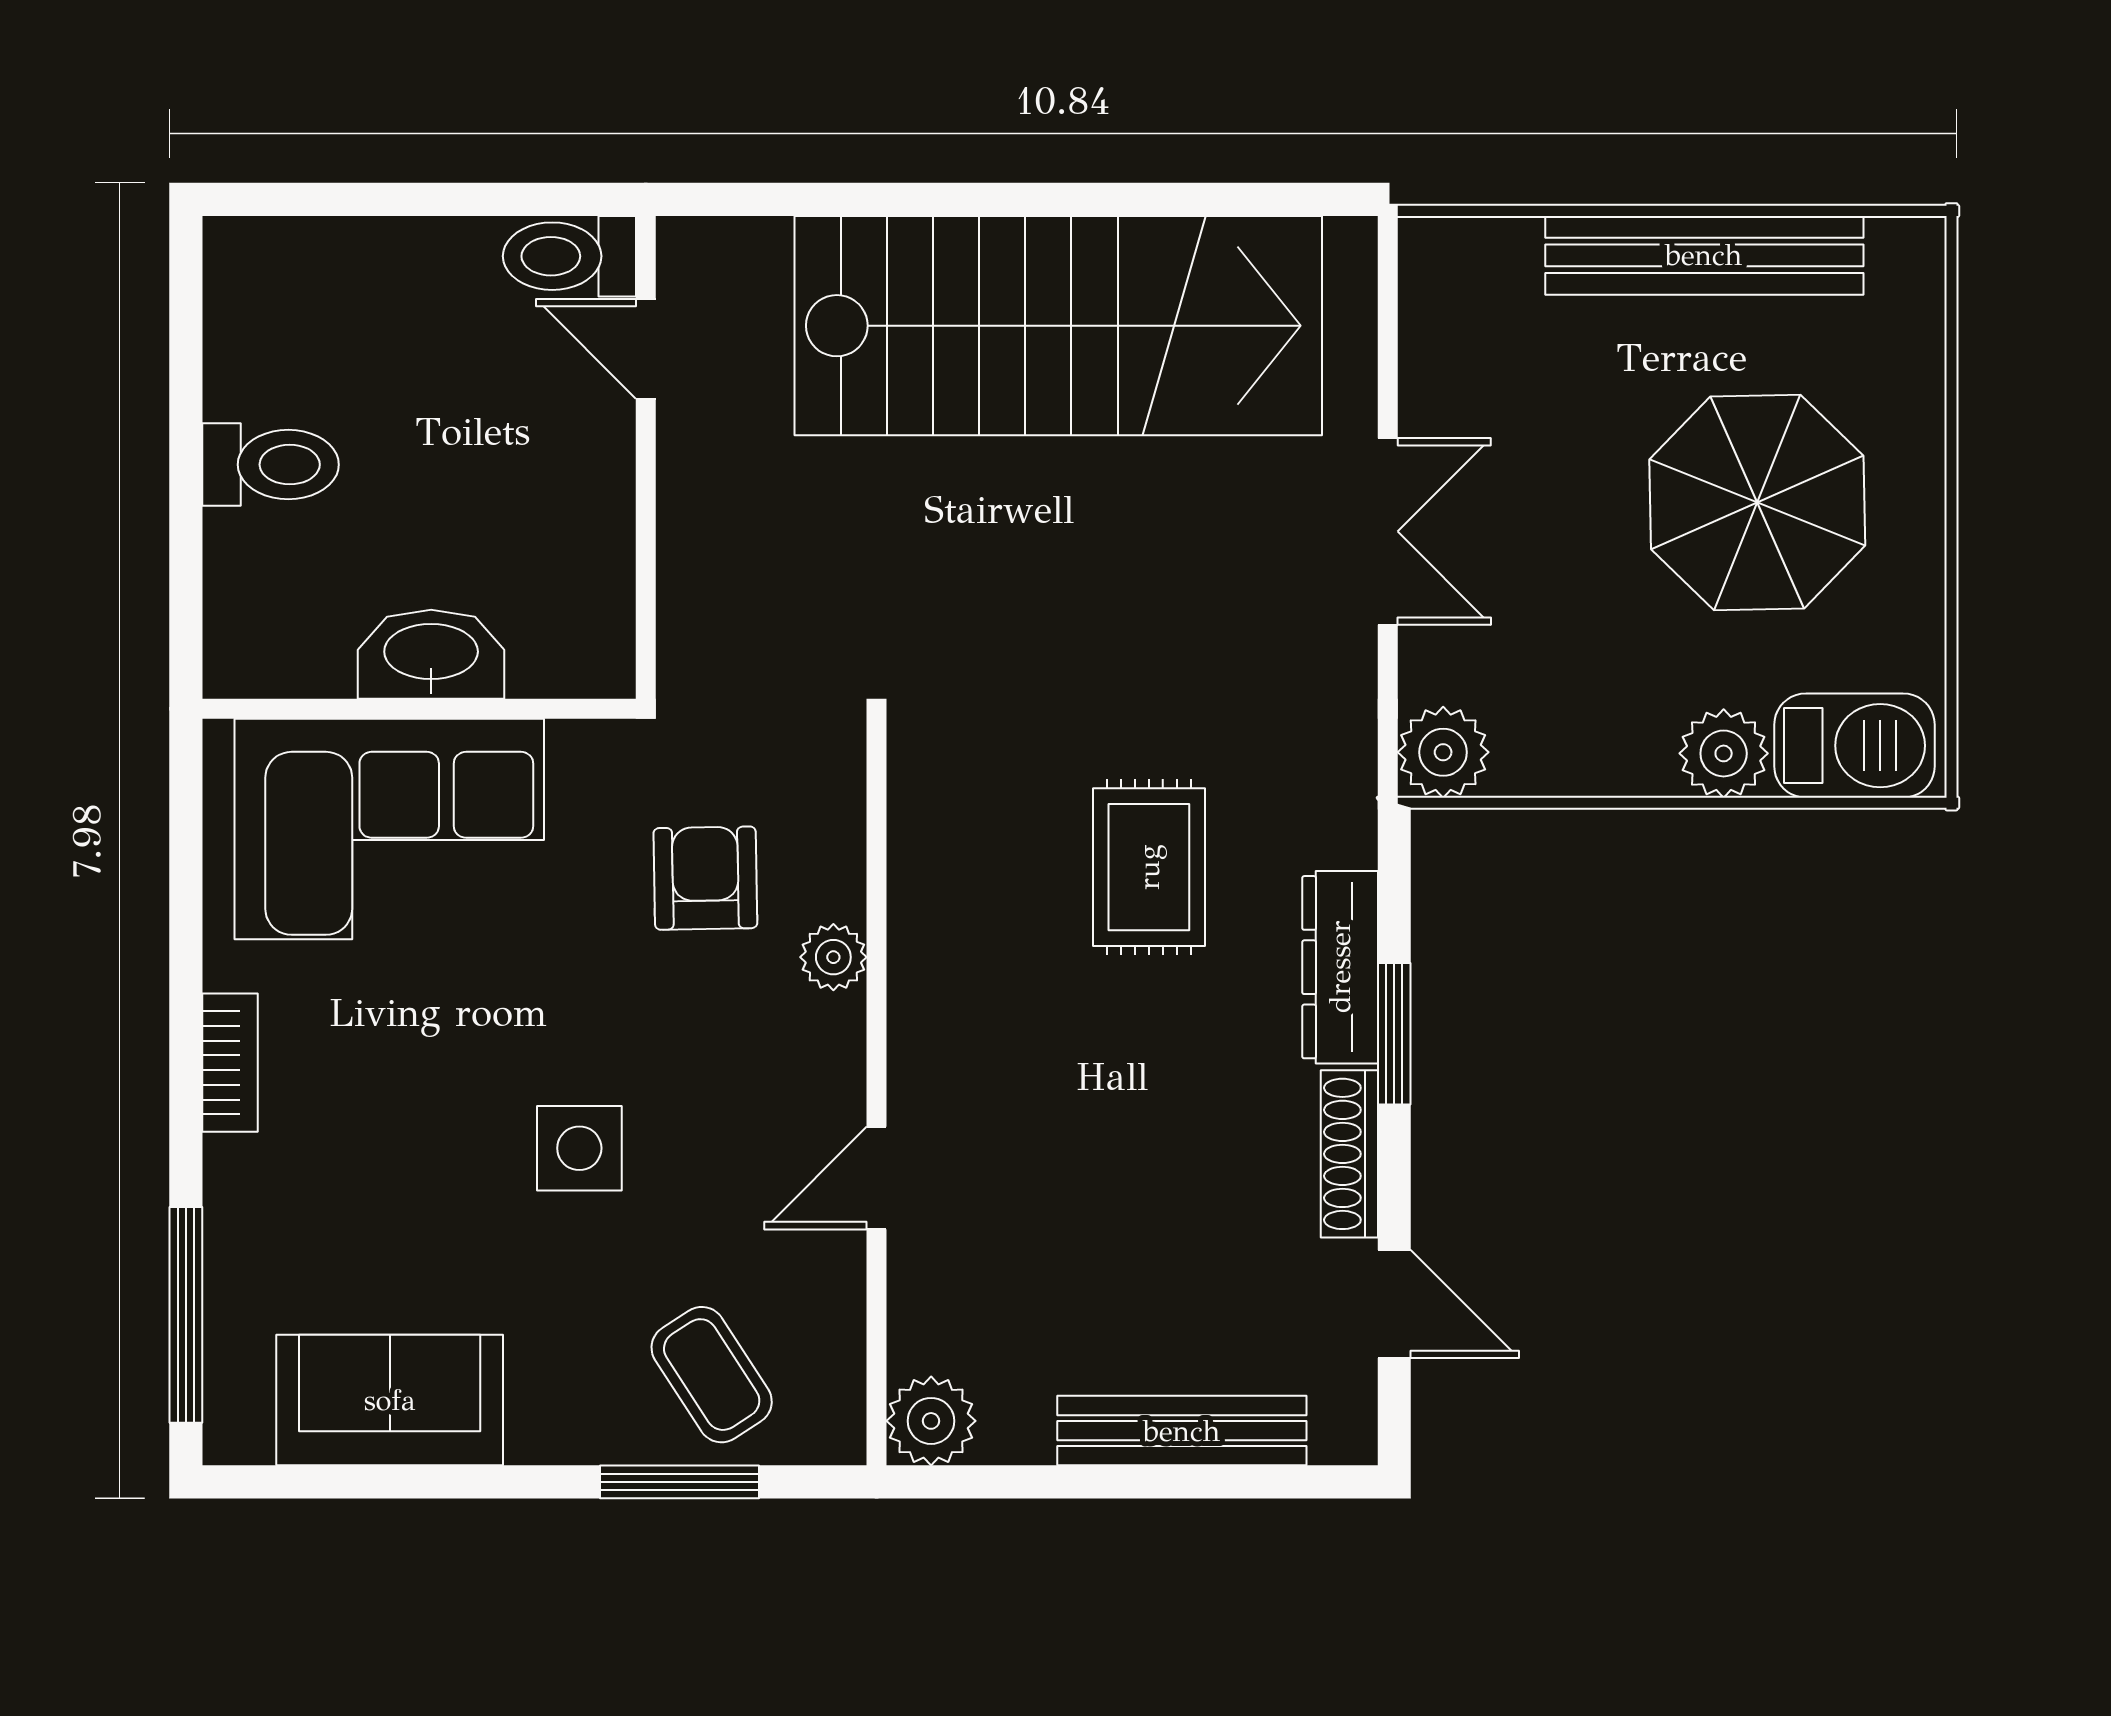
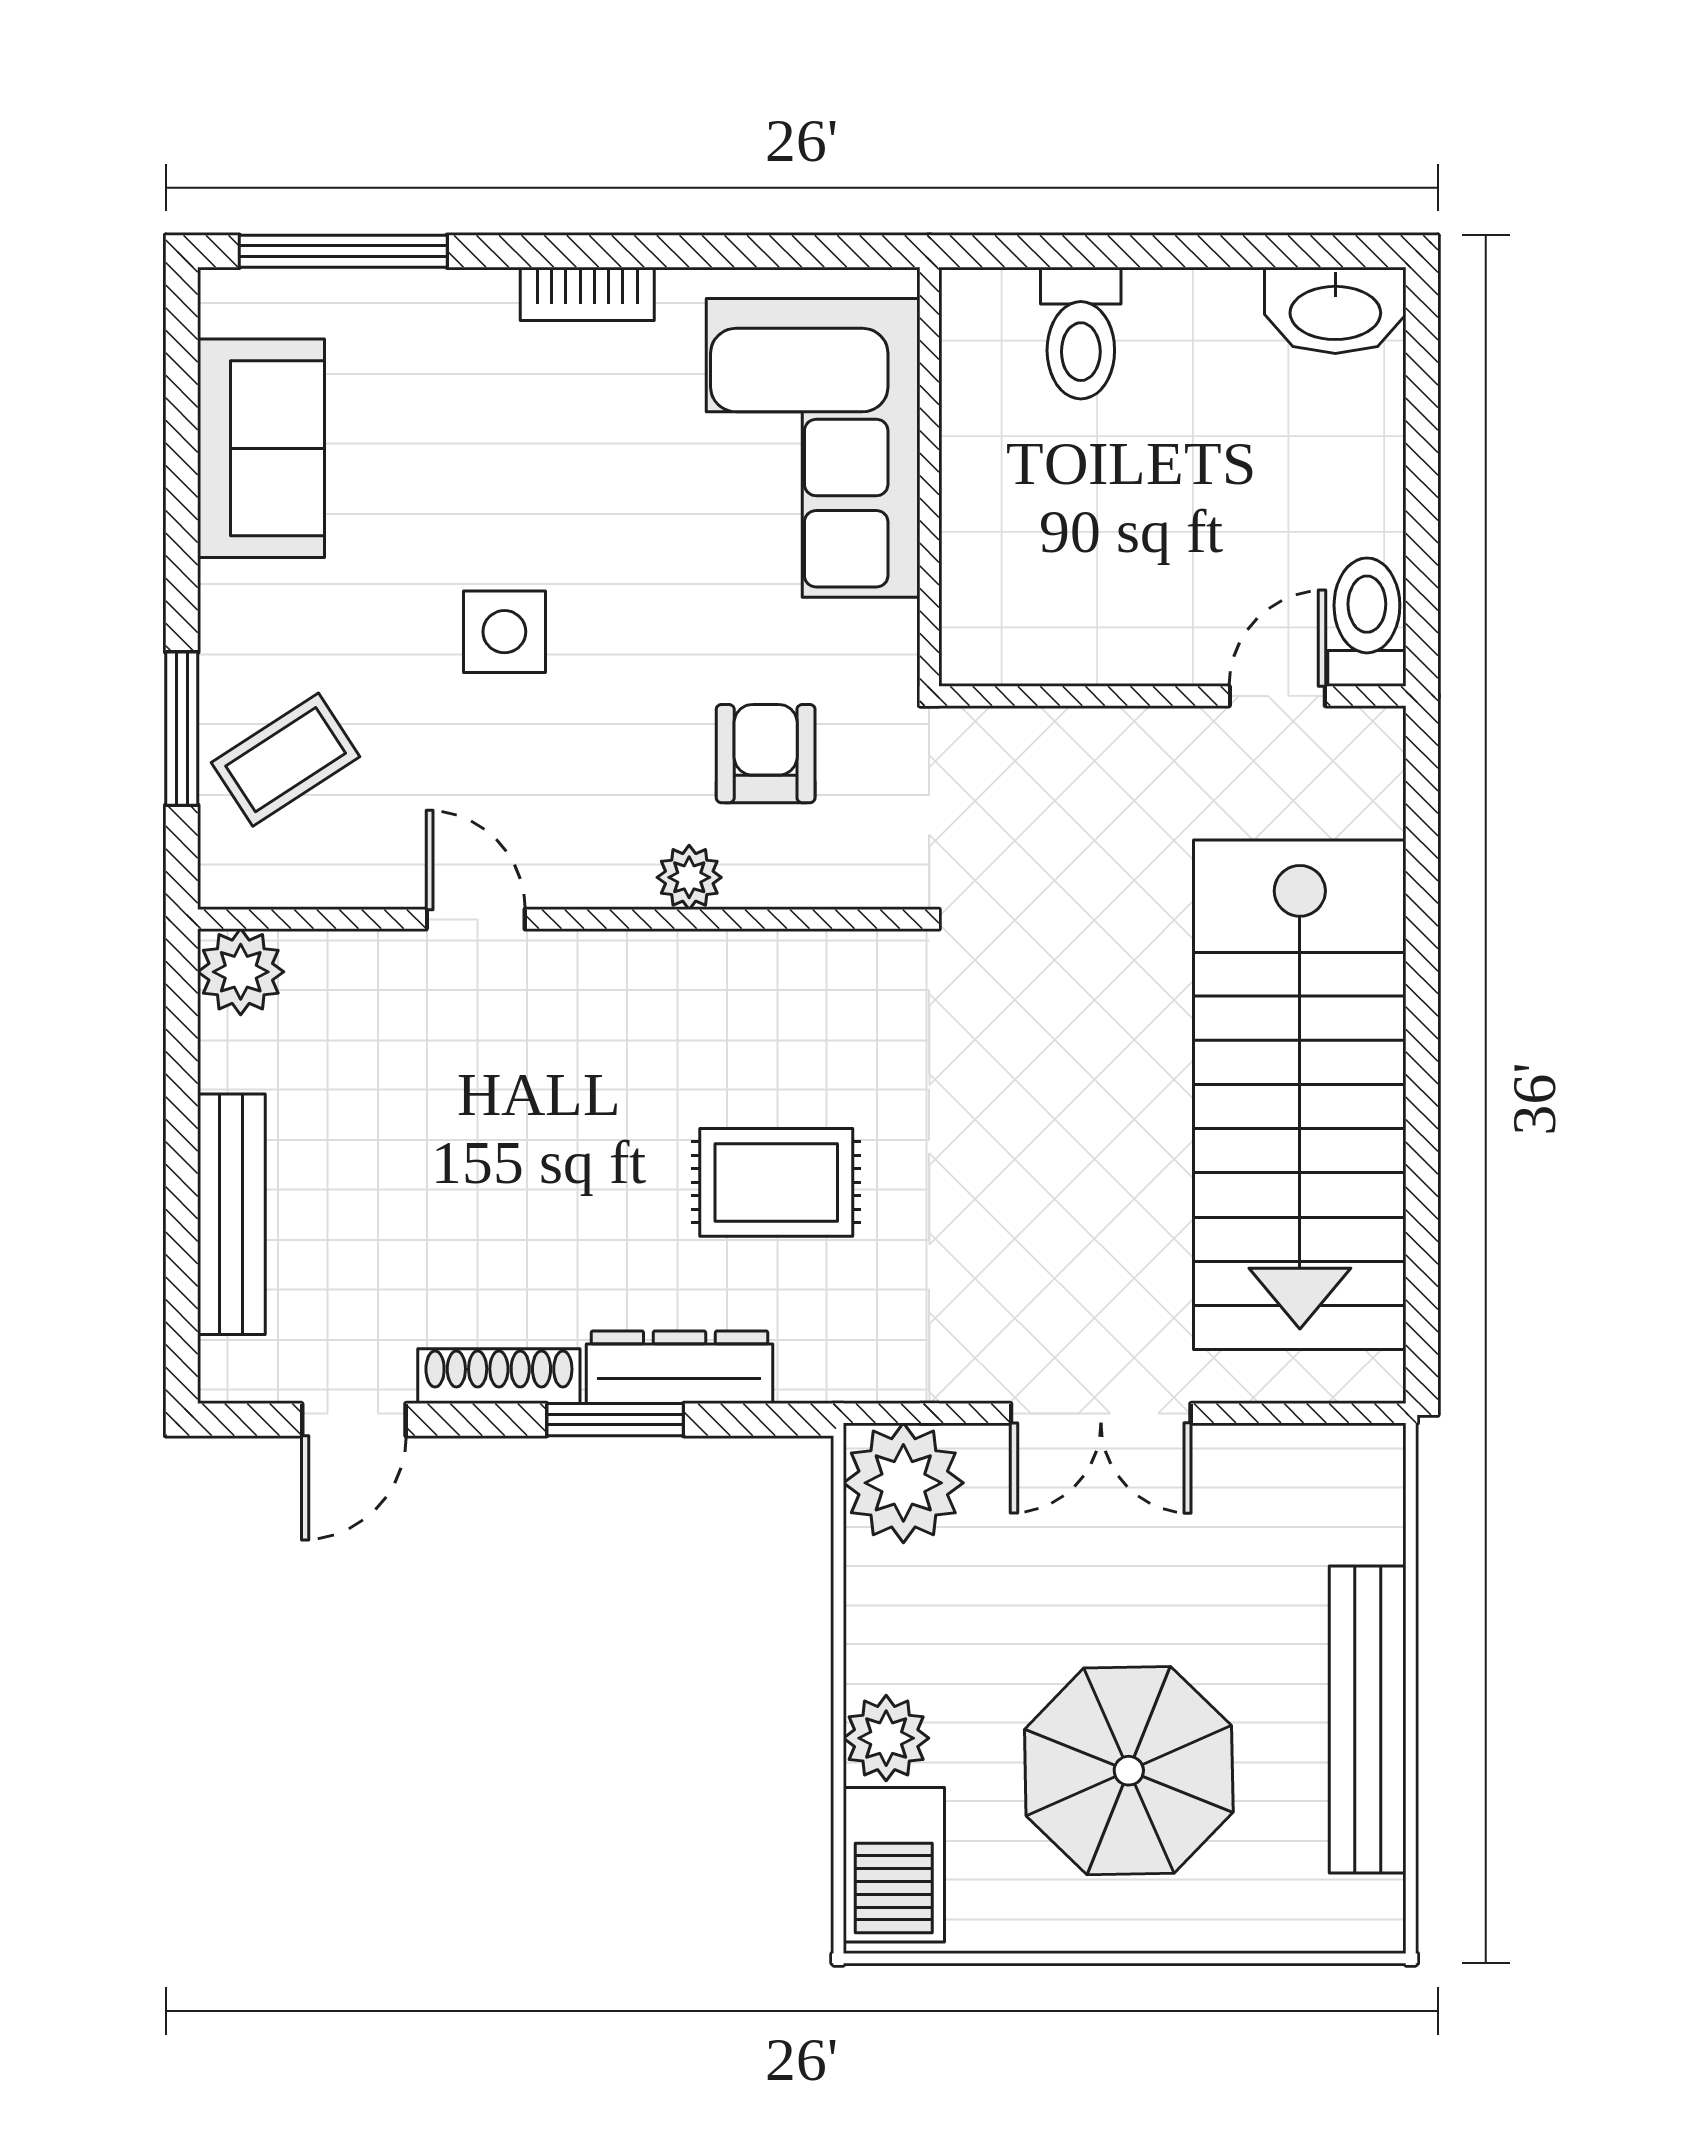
toilet: (271, 465) -> (1081, 333), moved
washbasin: (431, 654) -> (1335, 310), moved, turned 90
plant: (1443, 752) -> (903, 1483), width x1.36, depth x1.36
armchair: (705, 878) -> (766, 754), turned -89

